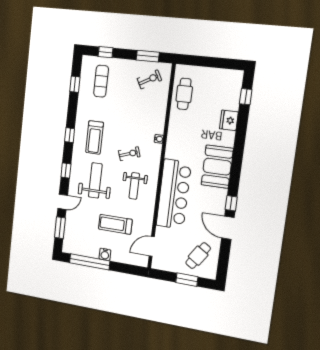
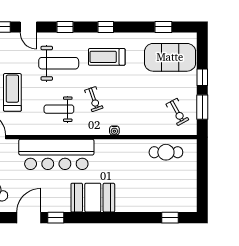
window: (106, 52) -> (202, 77), moved
exercise mat: (101, 81) -> (170, 57), width x2.00, depth x1.45
fridge: (229, 120) -> (143, 203), removed

